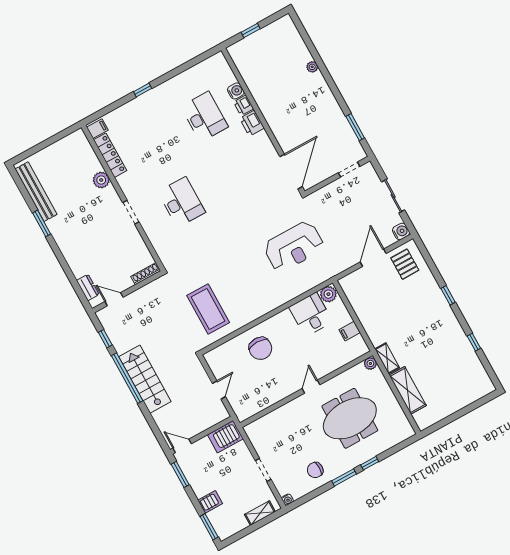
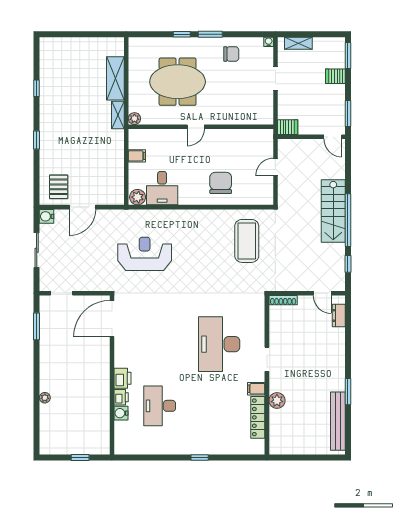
filing cabinet: (97, 129) -> (256, 389), moved
desk: (182, 202) -> (219, 344), width x1.36, depth x1.30
server rack: (225, 437) -> (288, 127), width x0.73, depth x0.70

